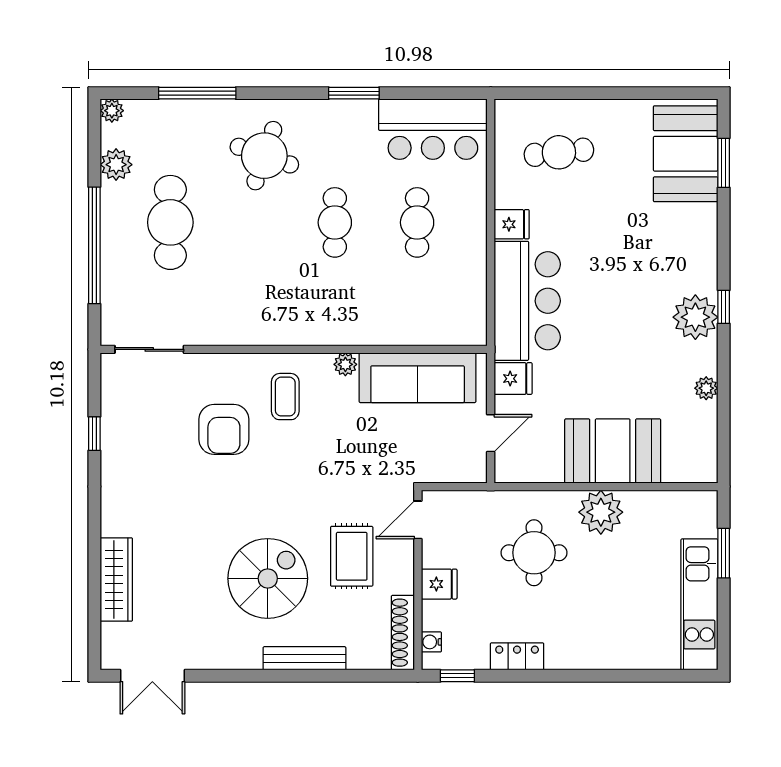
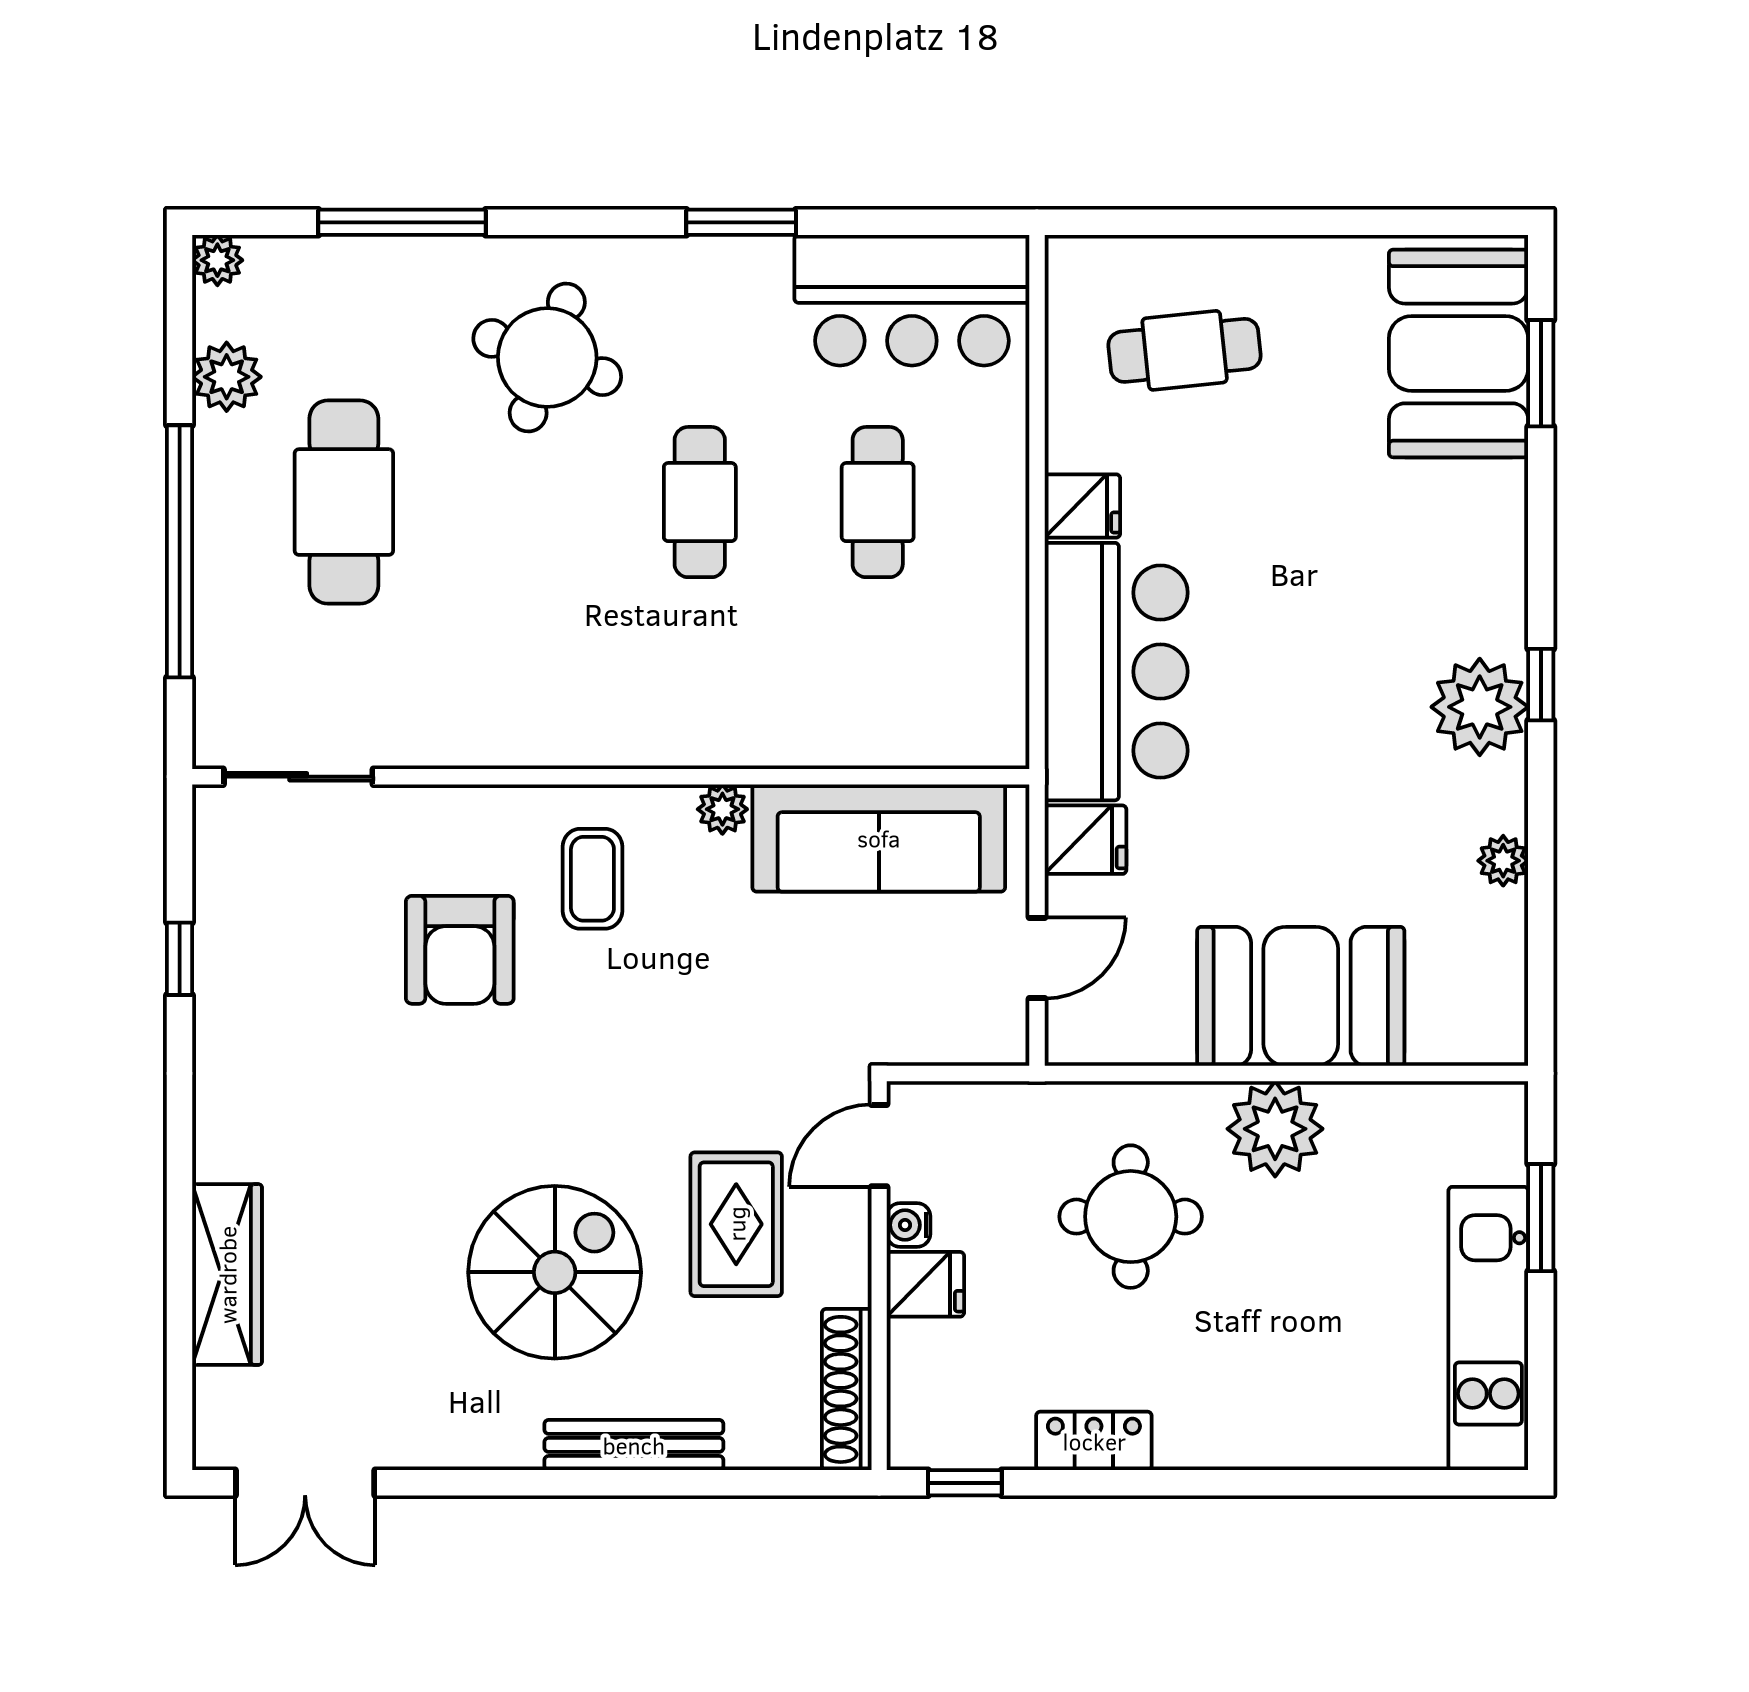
water cooler: (431, 642) -> (909, 1225), moved

